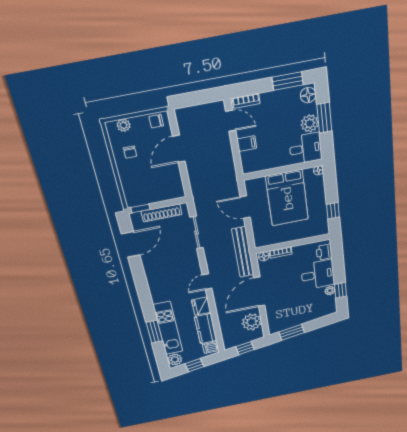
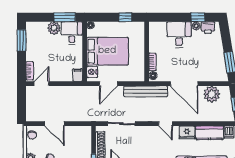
floor lamp: (308, 95) -> (34, 27), removed
window: (324, 118) -> (65, 17), moved
filing cabinet: (247, 144) -> (78, 75), moved
nightstand: (257, 184) -> (92, 72), added
printer: (324, 252) -> (208, 28), moved

